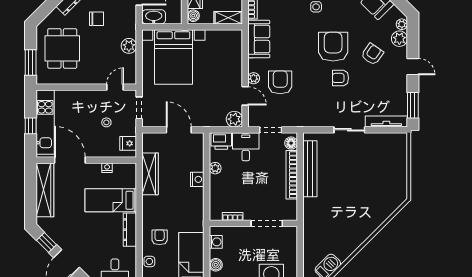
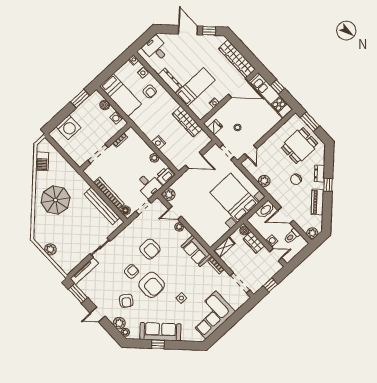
dining table: (62, 48) -> (300, 146), turned 90
armchair: (280, 82) -> (150, 249), moved
plant: (400, 173) -> (50, 249), added
parasol: (350, 217) -> (55, 200), added

